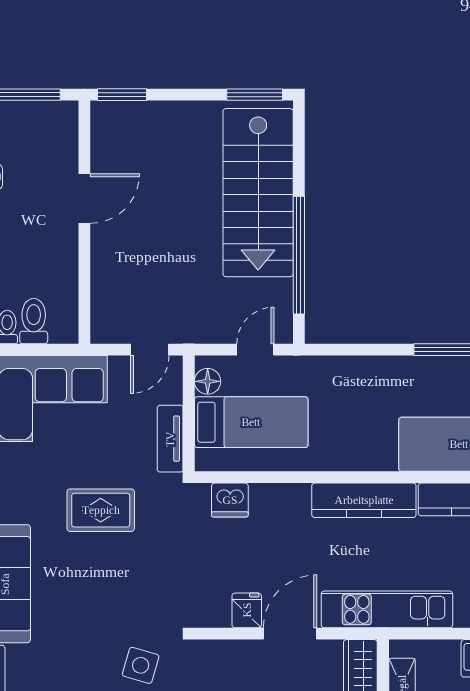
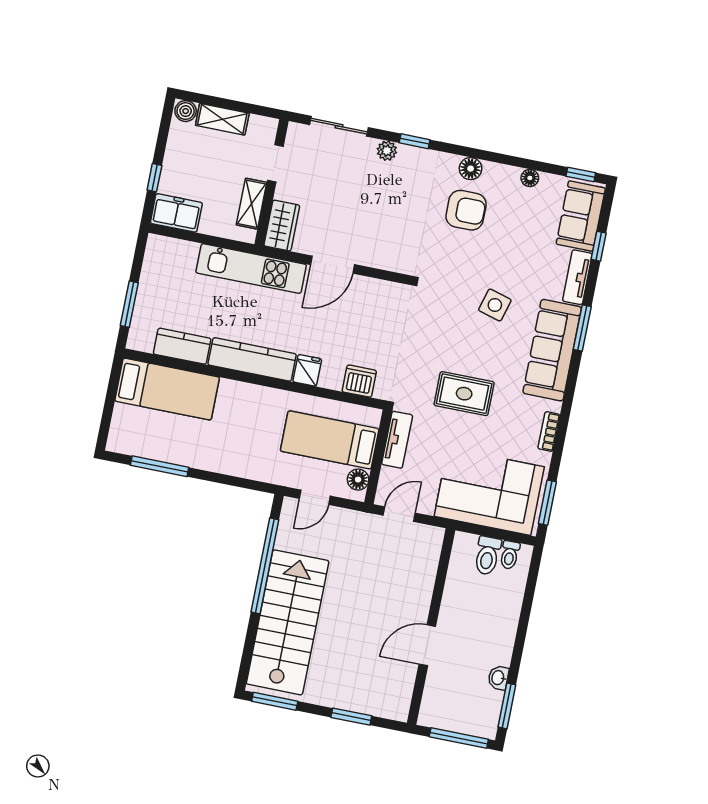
window: (122, 95) -> (351, 717), moved
fridge: (247, 610) -> (307, 370), moved, turned 180
side table: (141, 665) -> (495, 305), moved

